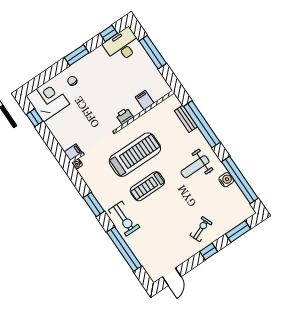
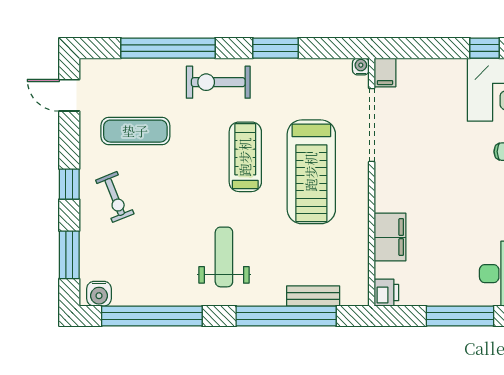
filing cabinet: (145, 100) -> (390, 237), width x2.00
printer: (124, 116) -> (386, 293), moved
water cooler: (226, 180) -> (99, 294), moved
exercise mat: (168, 239) -> (135, 131), added

